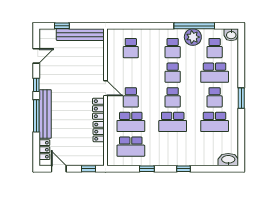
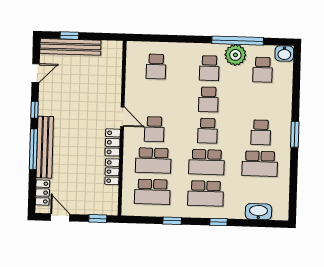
bench: (80, 35) -> (70, 47), moved
school desk: (215, 73) -> (206, 193), moved
washbasin: (228, 160) -> (258, 212), moved

